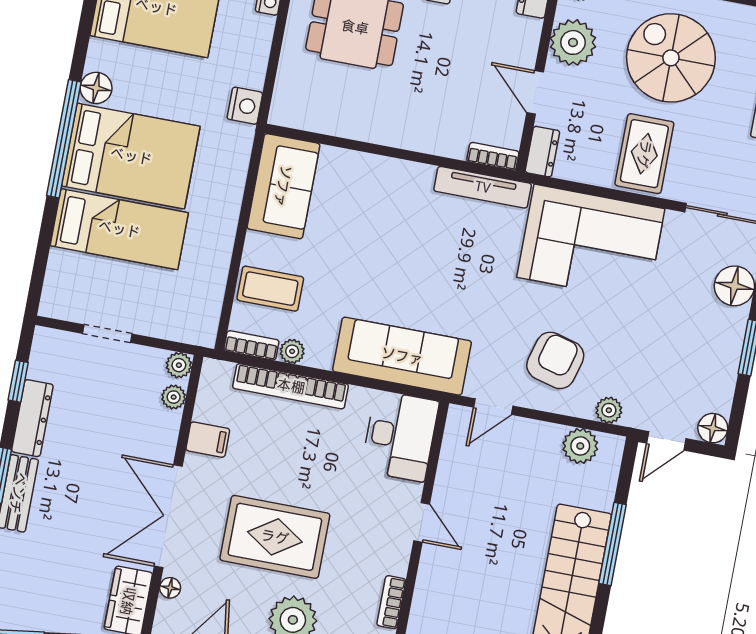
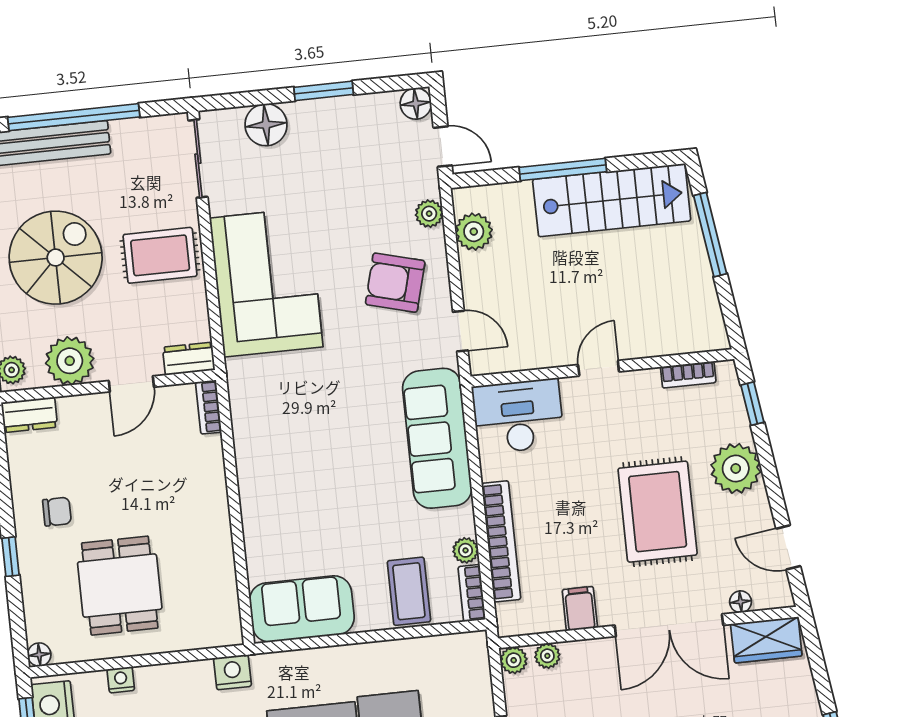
spiral stairs: (671, 58) -> (56, 258), turned 180
tv unit: (483, 187) -> (243, 408), removed

